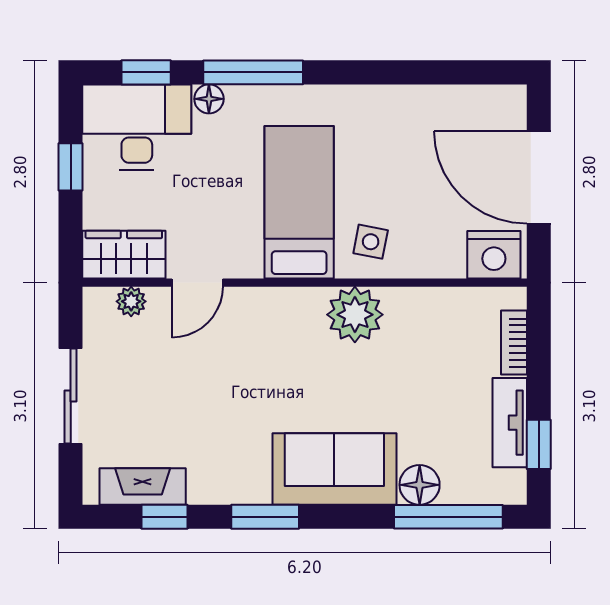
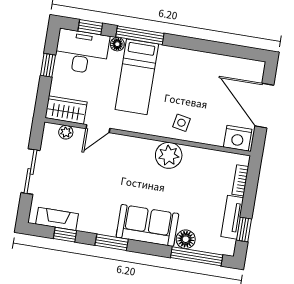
bed: (299, 202) -> (137, 77), moved, turned 180

